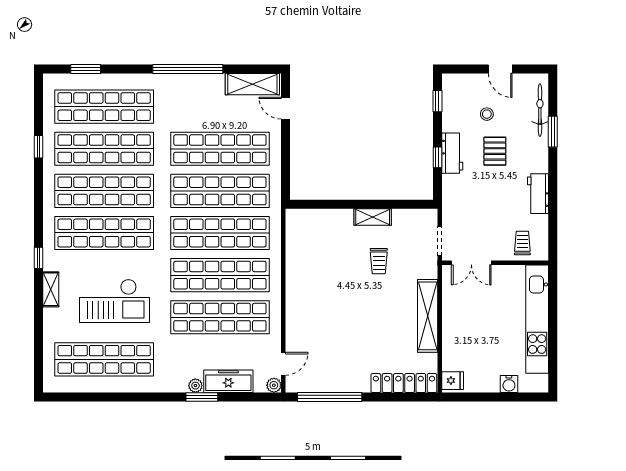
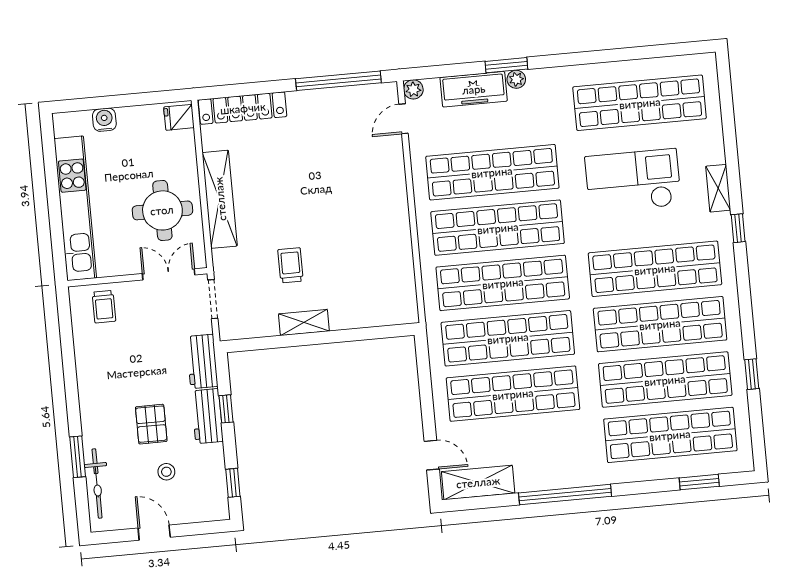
workbench: (538, 194) -> (202, 361), moved, turned 180
round table: (472, 311) -> (162, 210), added

